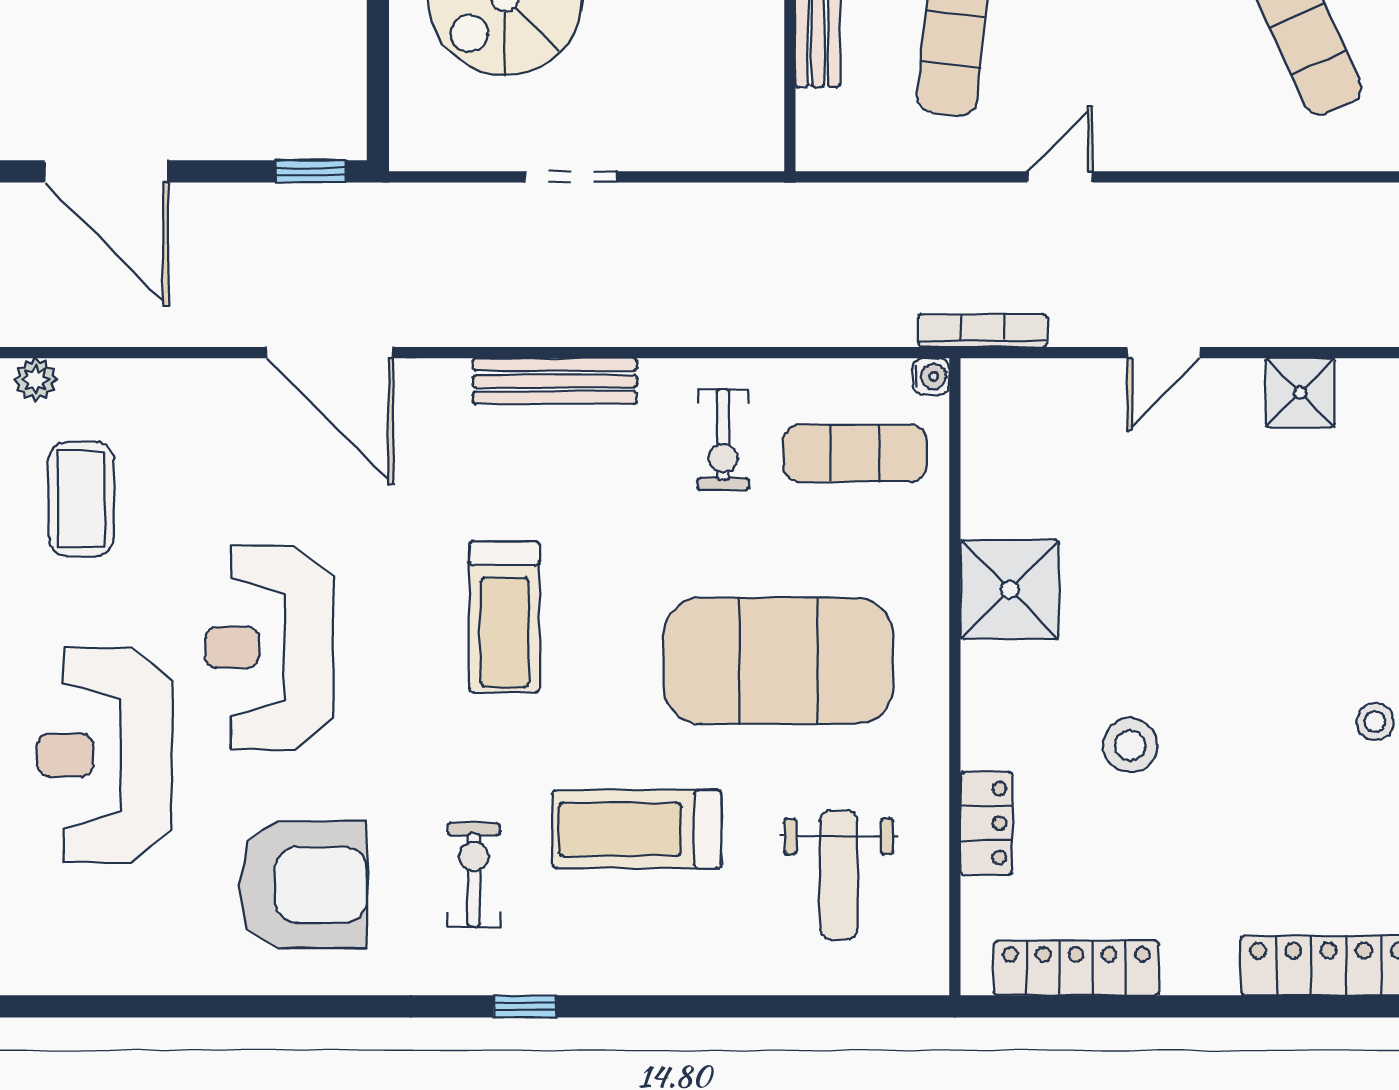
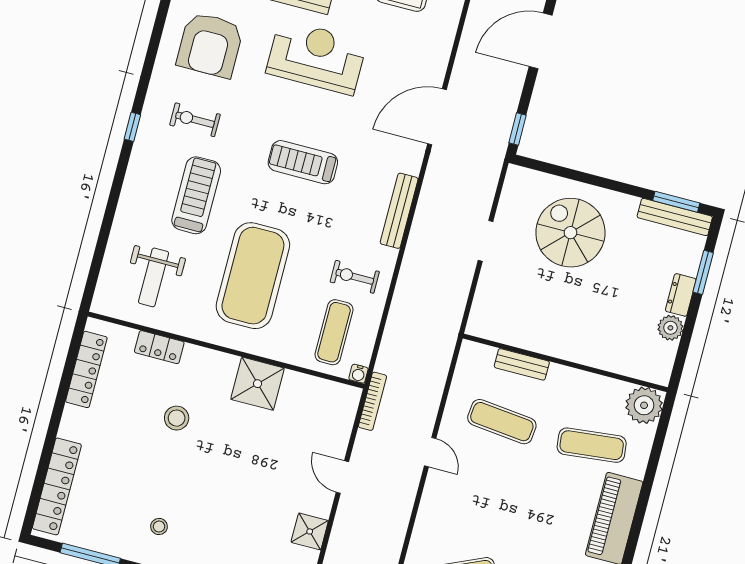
exercise bike: (474, 875) -> (195, 120), turned 180
weight bench: (839, 875) -> (154, 277), turned -90

